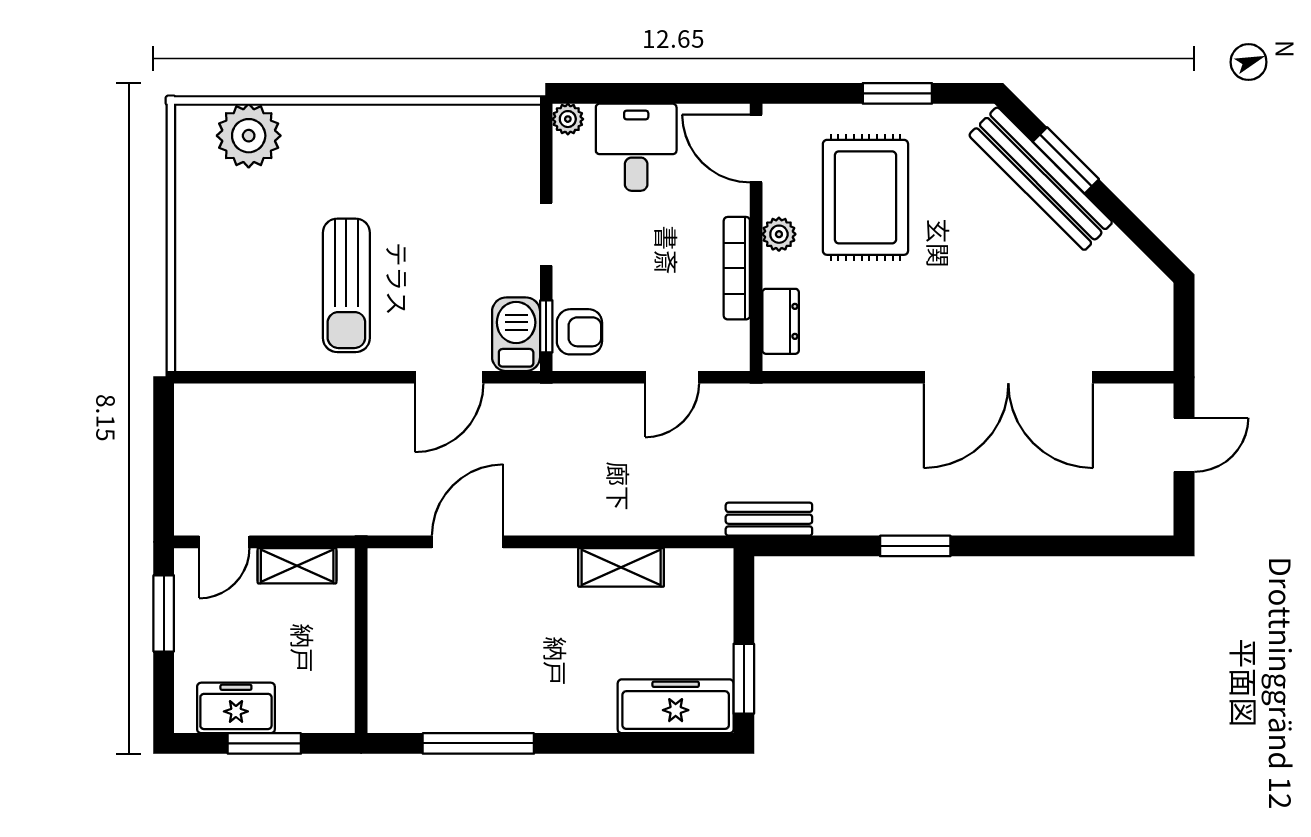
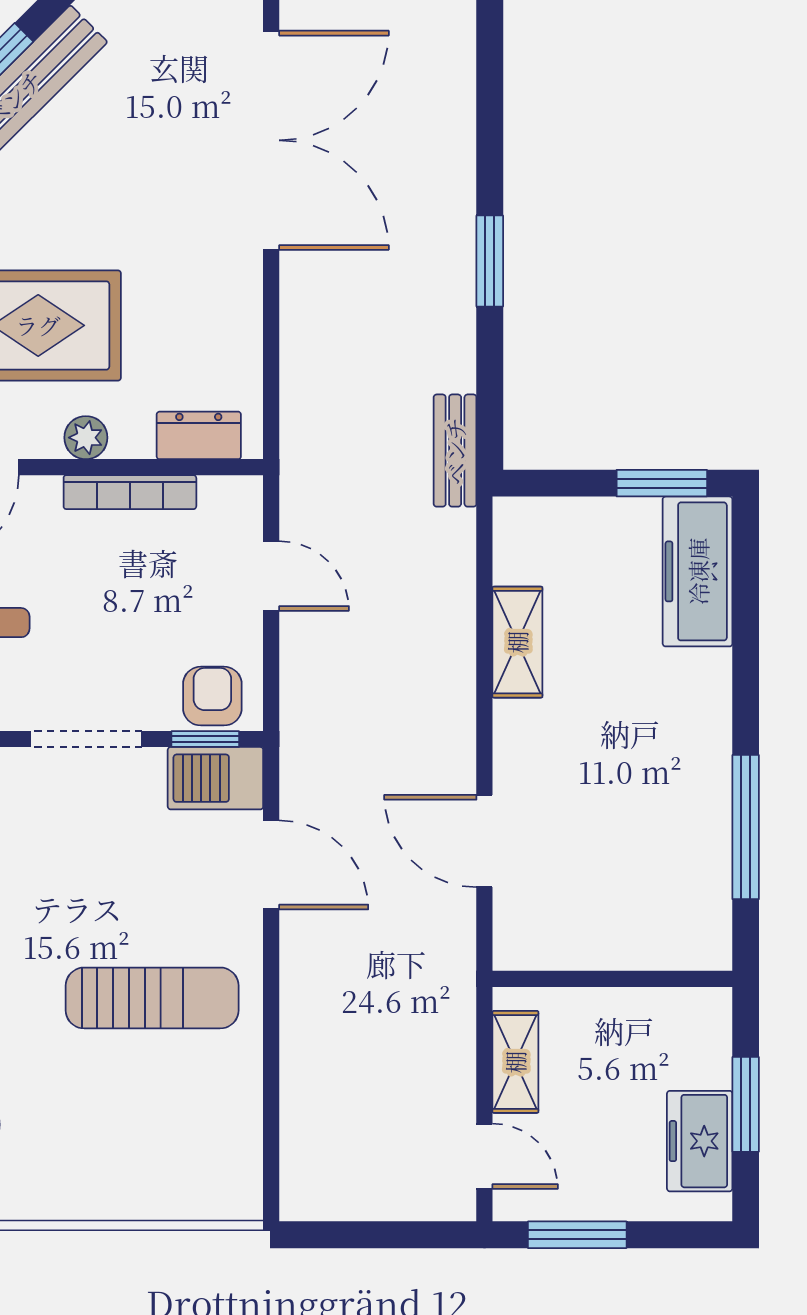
doorway: (546, 234) -> (86, 739), width x1.38

